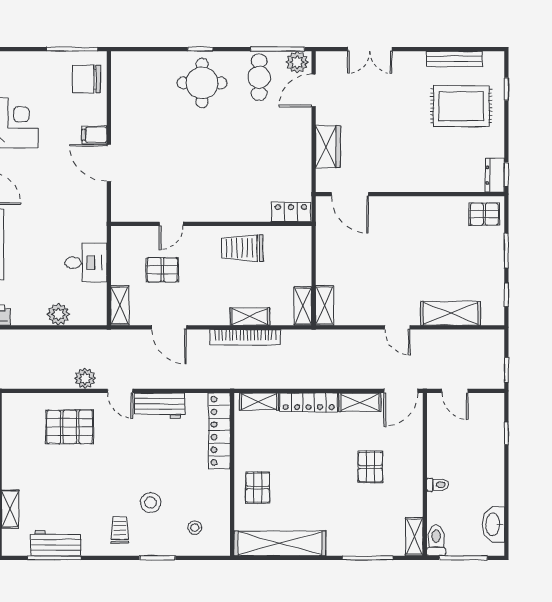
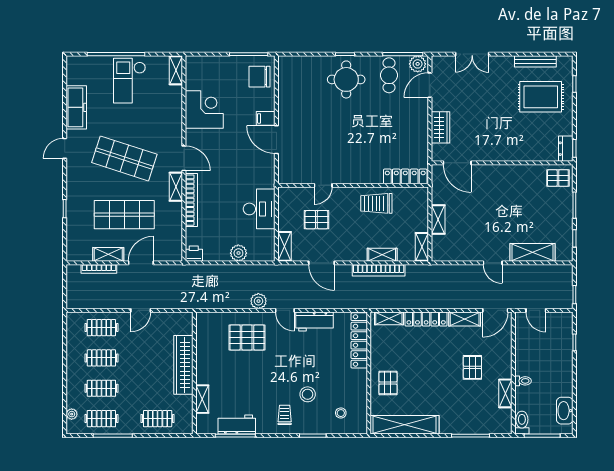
locker: (291, 212) -> (405, 176), width x1.53
desk: (86, 263) -> (259, 209), width x1.37
shelving: (324, 305) -> (438, 219), moved
shelving: (414, 537) -> (505, 393), moved

